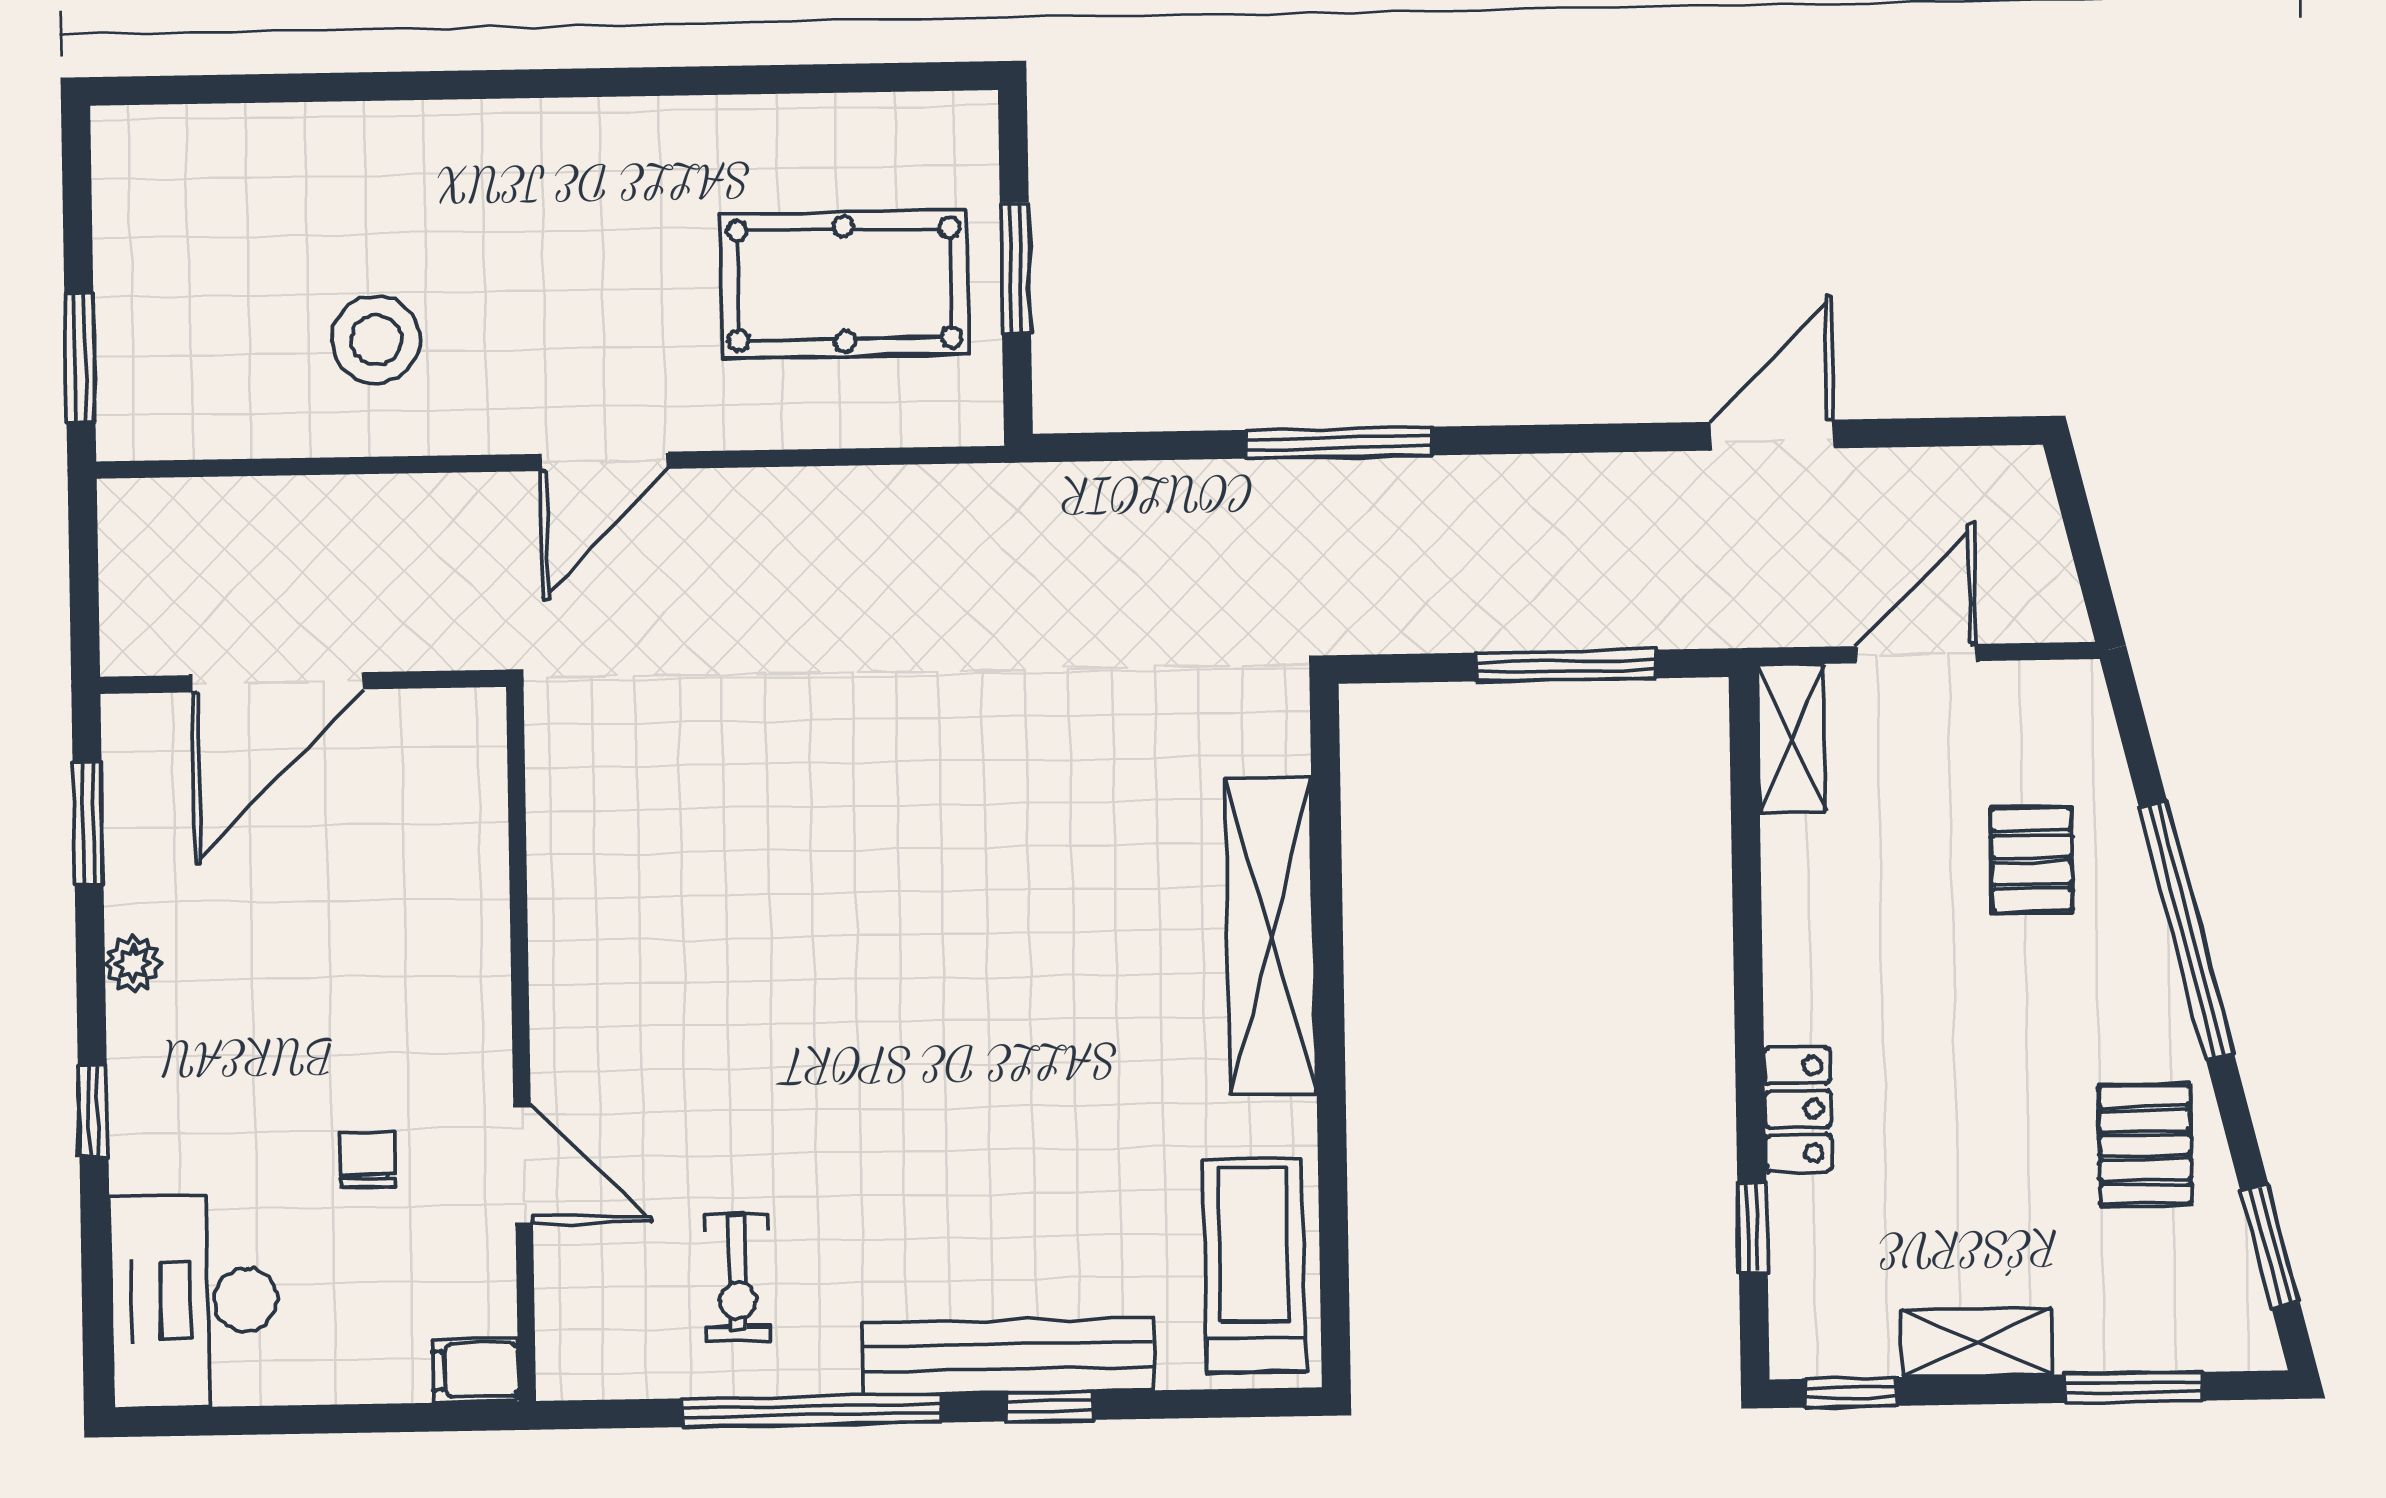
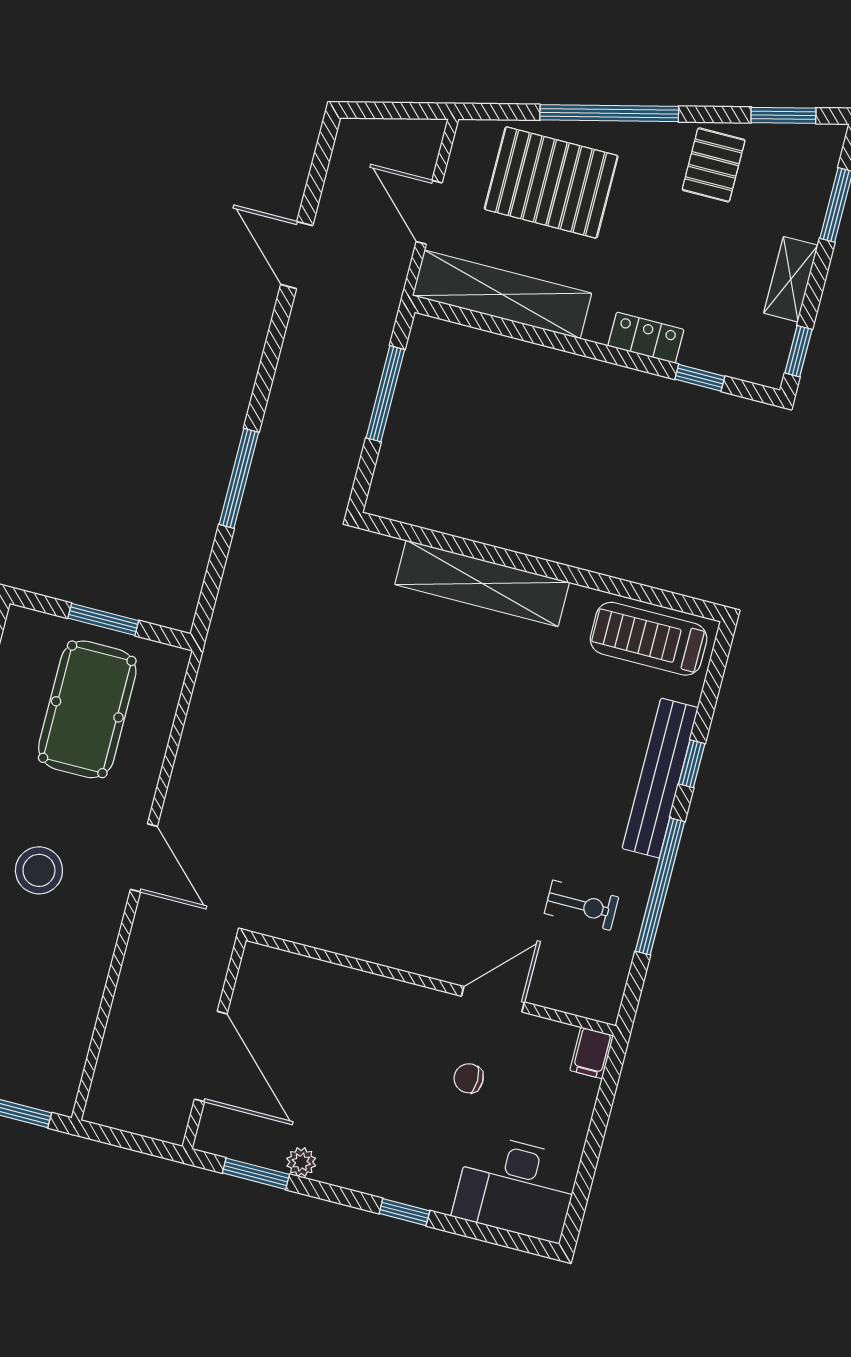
stool: (376, 340) -> (39, 870), moved
shelving: (1792, 738) -> (502, 294), width x2.20, depth x1.33
pallet: (2032, 860) -> (551, 182), width x2.05, depth x2.00
plant: (133, 964) -> (301, 1162), moved
pallet: (2145, 1145) -> (714, 165), turned 90

